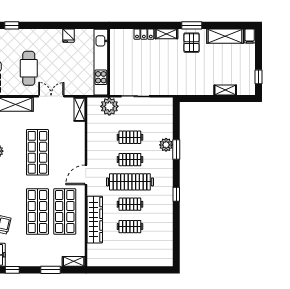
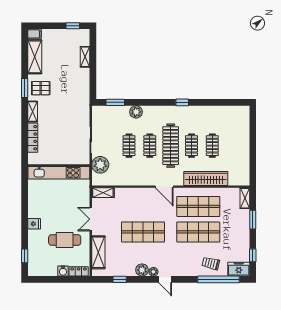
locker: (144, 34) -> (33, 138), width x1.53
fridge: (68, 36) -> (34, 224), moved
window: (176, 150) -> (115, 102), moved

